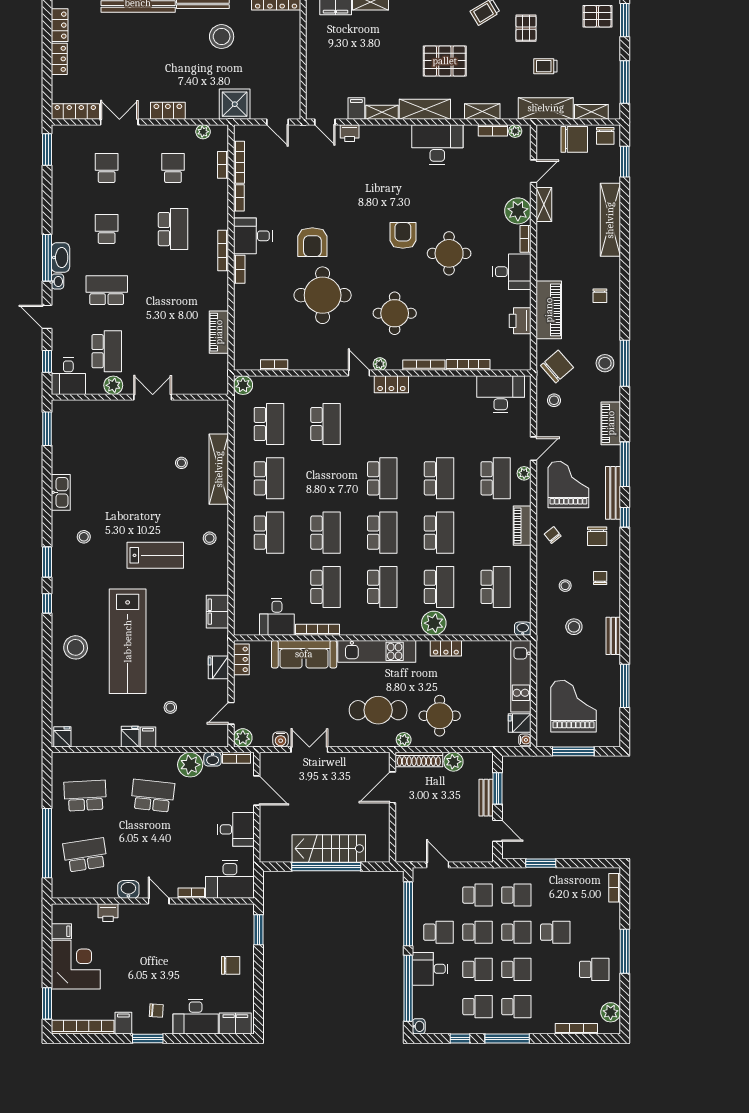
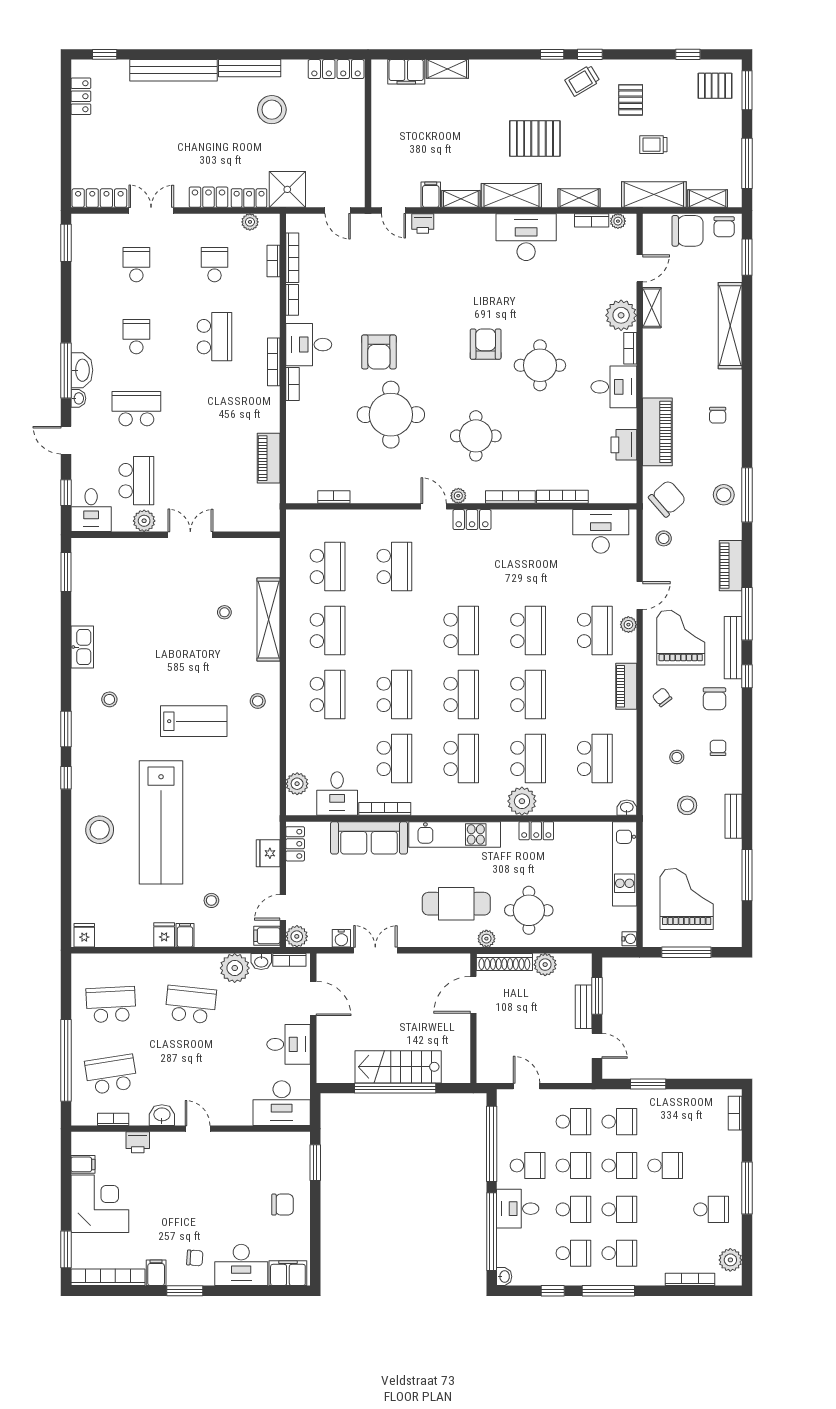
locker: (59, 59) -> (249, 198), moved, turned -90
plant: (243, 385) -> (297, 784), moved
filing cabinet: (217, 612) -> (267, 936), moved, width x0.50
fridge: (520, 723) -> (623, 919), removed
bookcase: (191, 893) -> (113, 1119), moved

